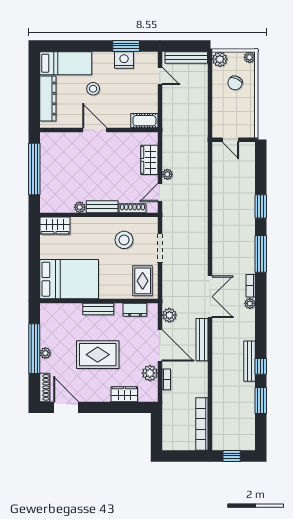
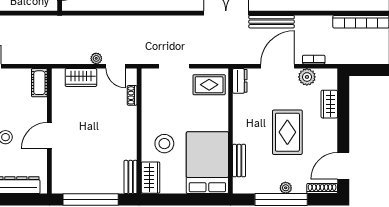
plant: (80, 207) -> (131, 151), removed
bench: (102, 207) -> (131, 177), moved
shoe rack: (132, 208) -> (132, 95), width x0.70
stool: (124, 240) -> (164, 144), moved
bench: (98, 309) -> (239, 161), moved
dresser: (135, 310) -> (240, 81), moved
plant: (169, 315) -> (246, 56), removed

